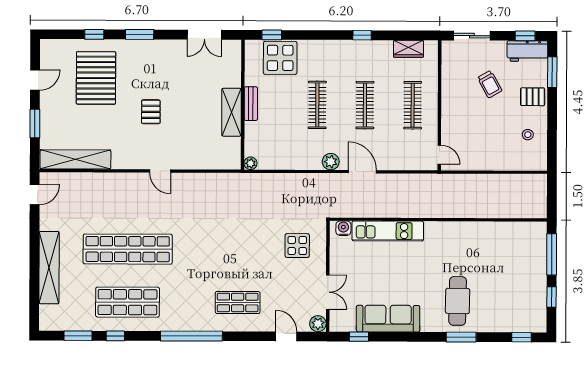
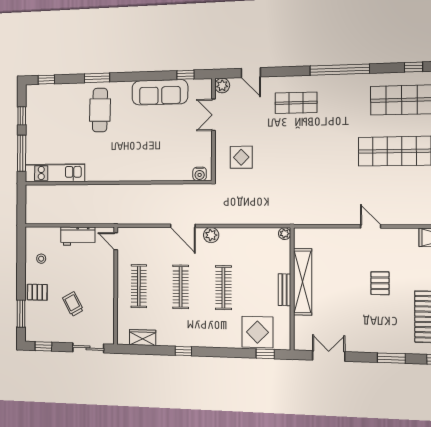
workbench: (527, 51) -> (78, 236), moved, turned 180
shelving: (232, 112) -> (303, 282), width x1.47
kitchen unit: (388, 231) -> (55, 173), moved

